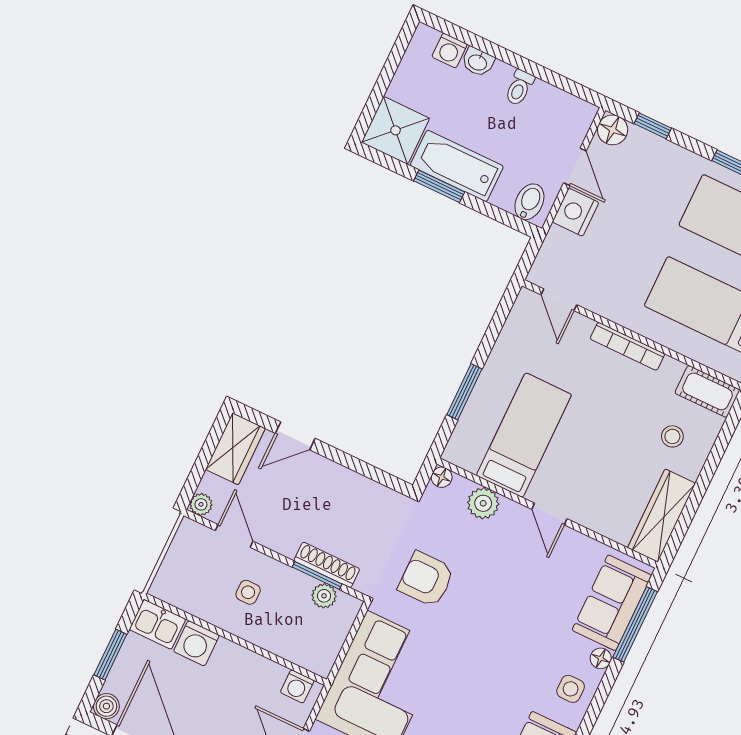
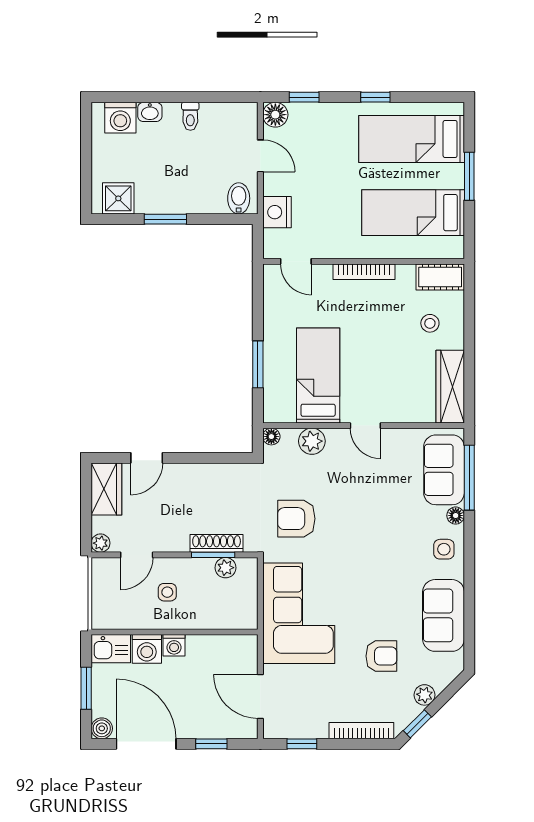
washing machine: (450, 50) -> (120, 118), width x1.38, depth x1.38
shower: (395, 130) -> (118, 198), width x0.73, depth x0.73
bathtub: (457, 166) -> (171, 197), removed
nightstand: (576, 212) -> (277, 212), moved
door: (234, 536) -> (137, 555), swing flipped
washing machine: (297, 686) -> (174, 645), moved

